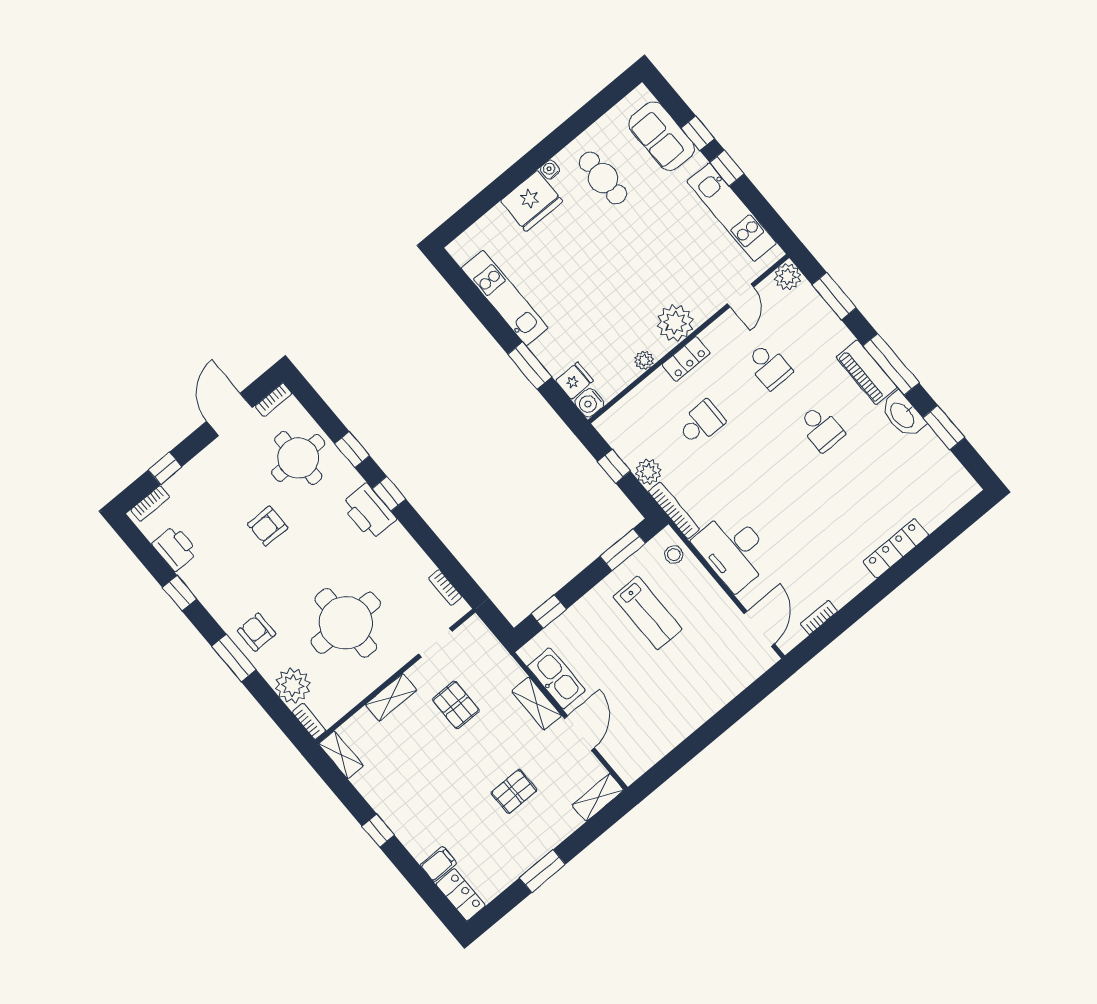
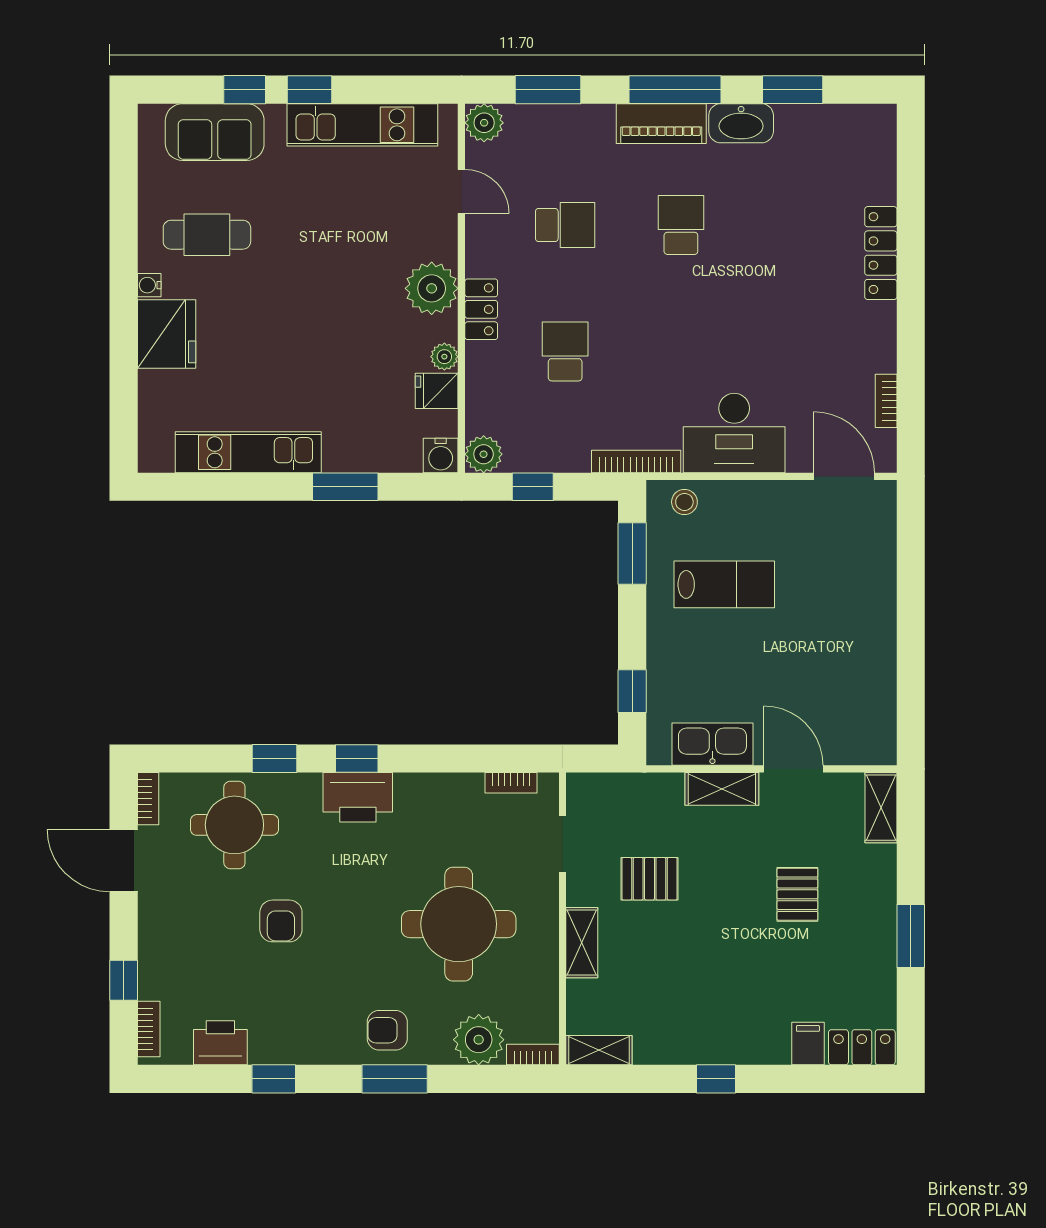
fridge: (574, 381) -> (437, 391), moved, turned -90
school desk: (821, 428) -> (681, 225), turned -90
plant: (648, 472) -> (484, 454), moved

